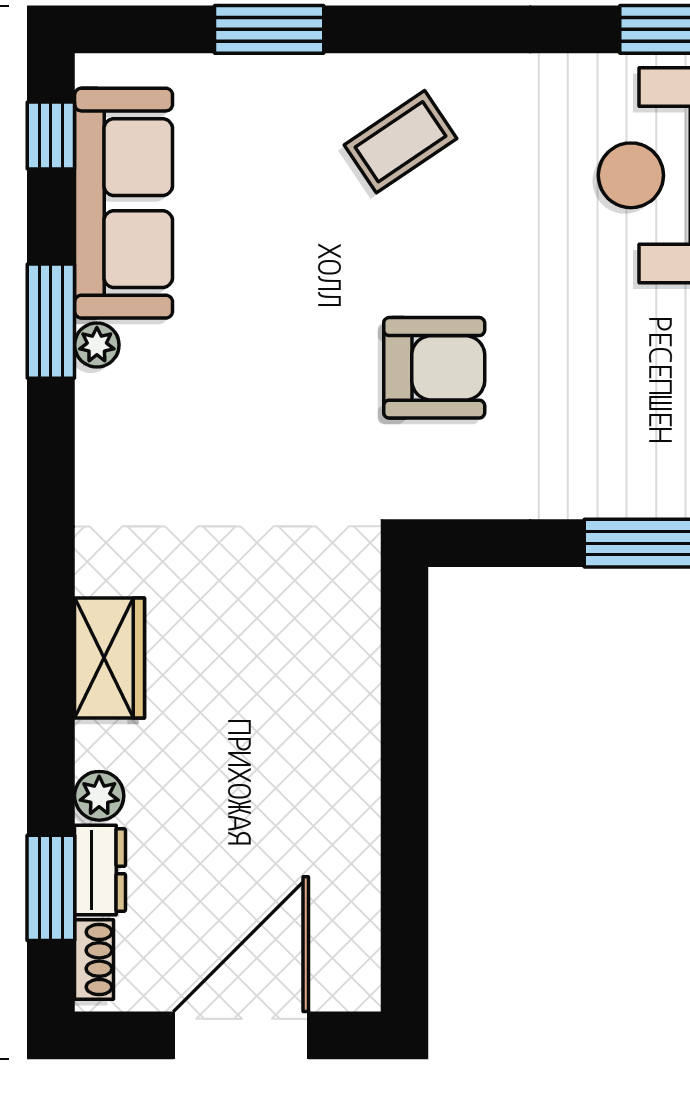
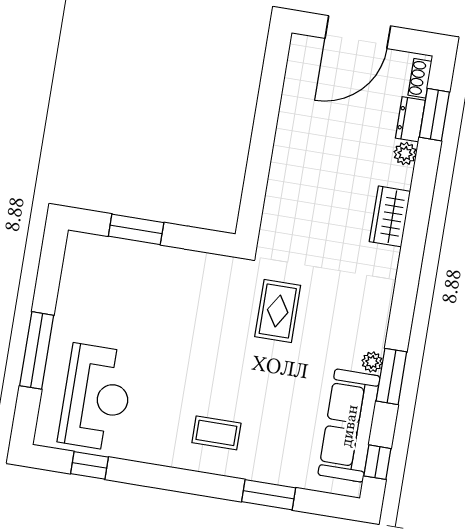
coffee table: (400, 142) -> (216, 433), turned 34
armchair: (434, 368) -> (218, 326), removed
rug: (313, 420) -> (278, 311), added

